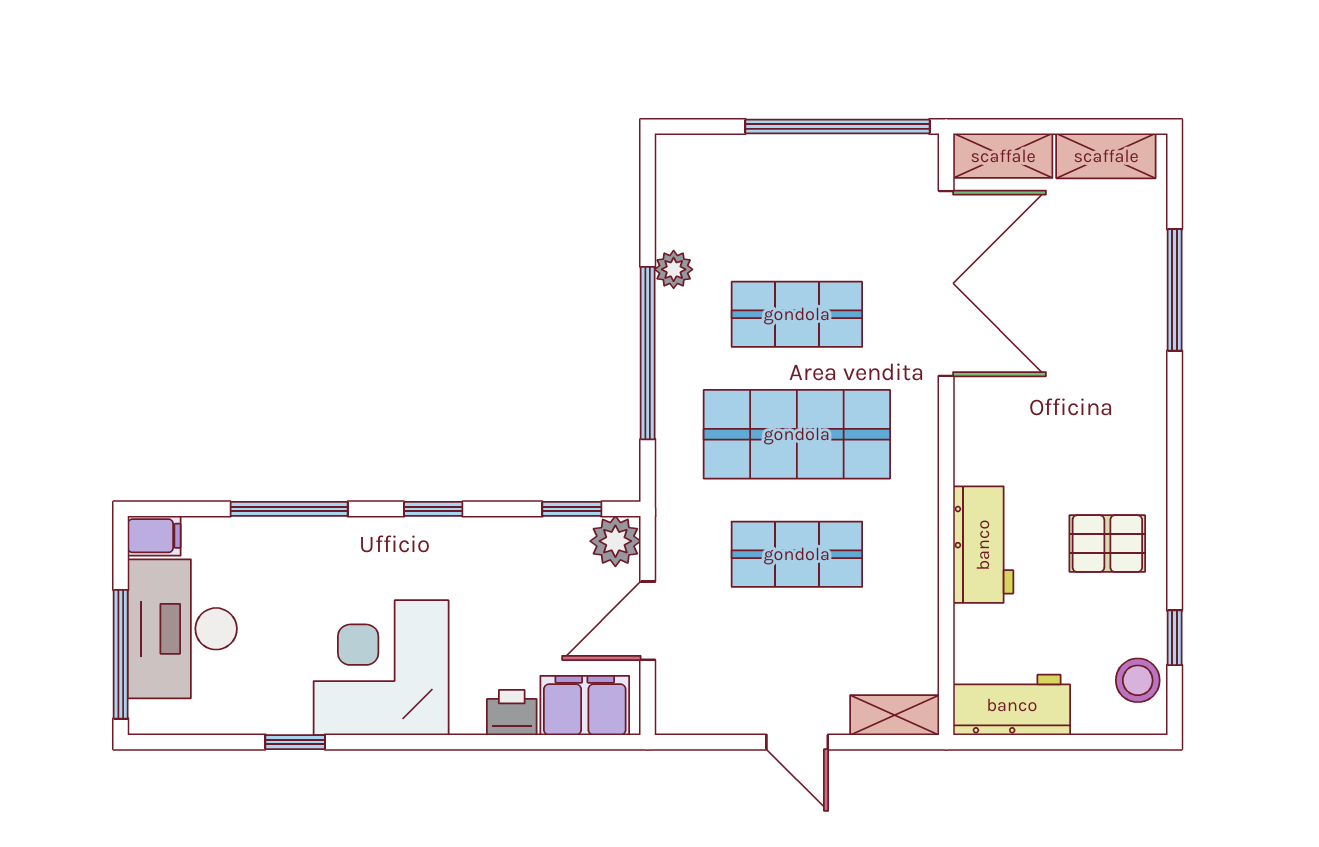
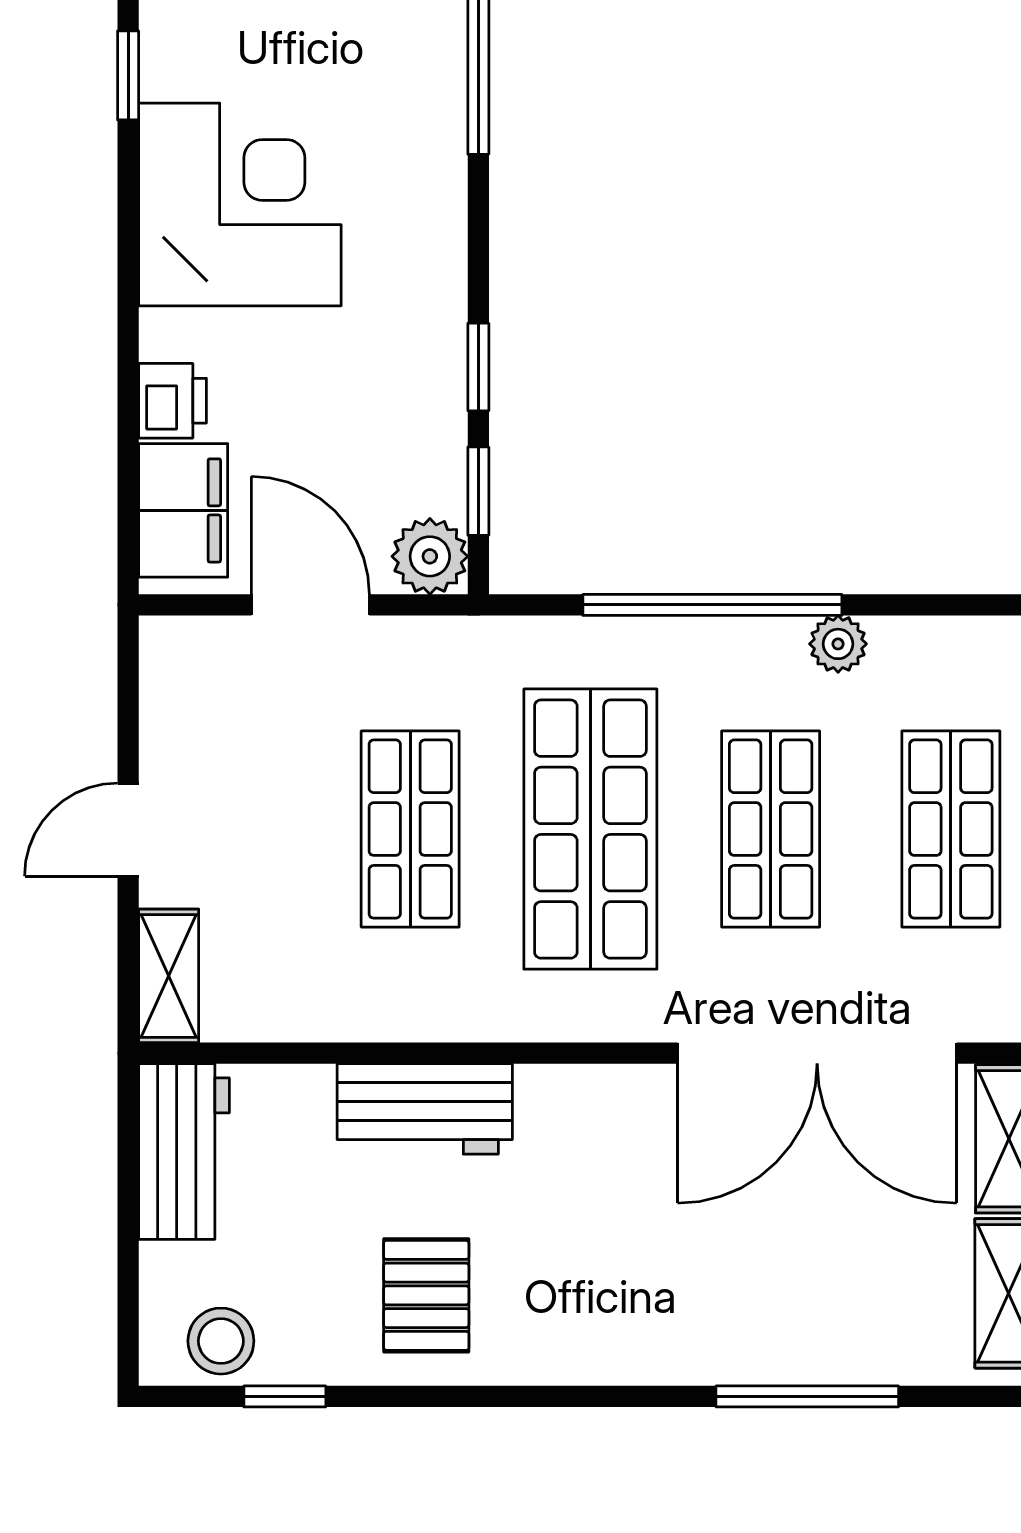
shop shelf: (797, 194) -> (951, 829), added
window: (433, 509) -> (478, 367), moved

